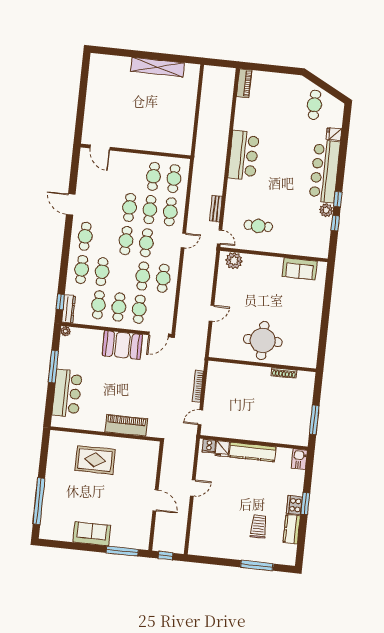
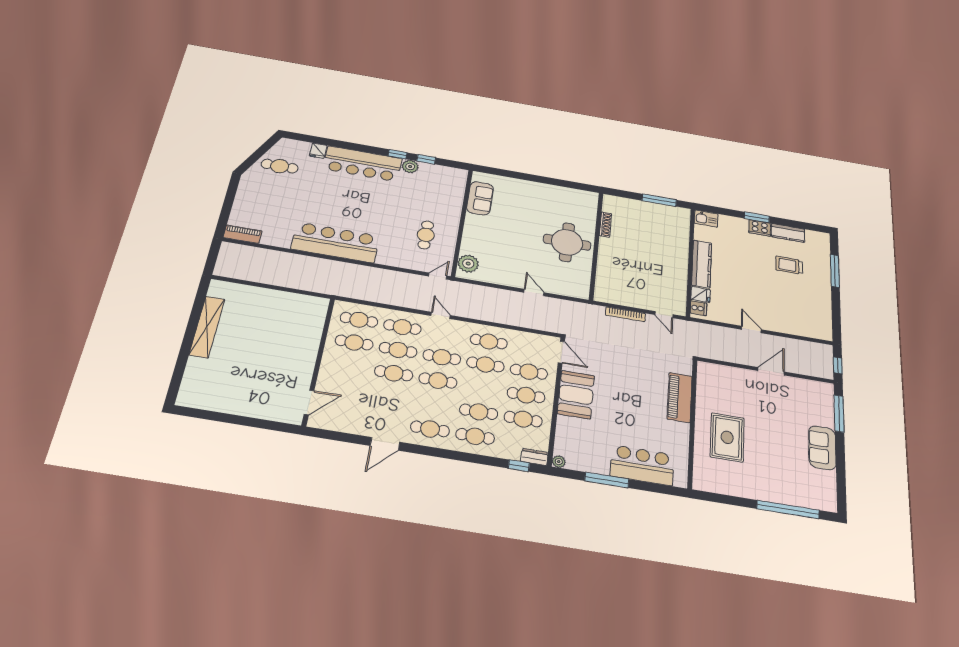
bar counter: (244, 155) -> (335, 242), width x1.36
bench: (216, 209) -> (401, 277), removed
dresser: (69, 309) -> (534, 457), width x0.70

